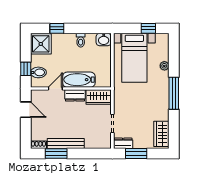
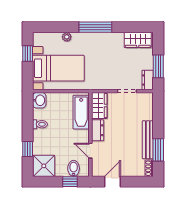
bathtub: (79, 80) -> (81, 112), moved

